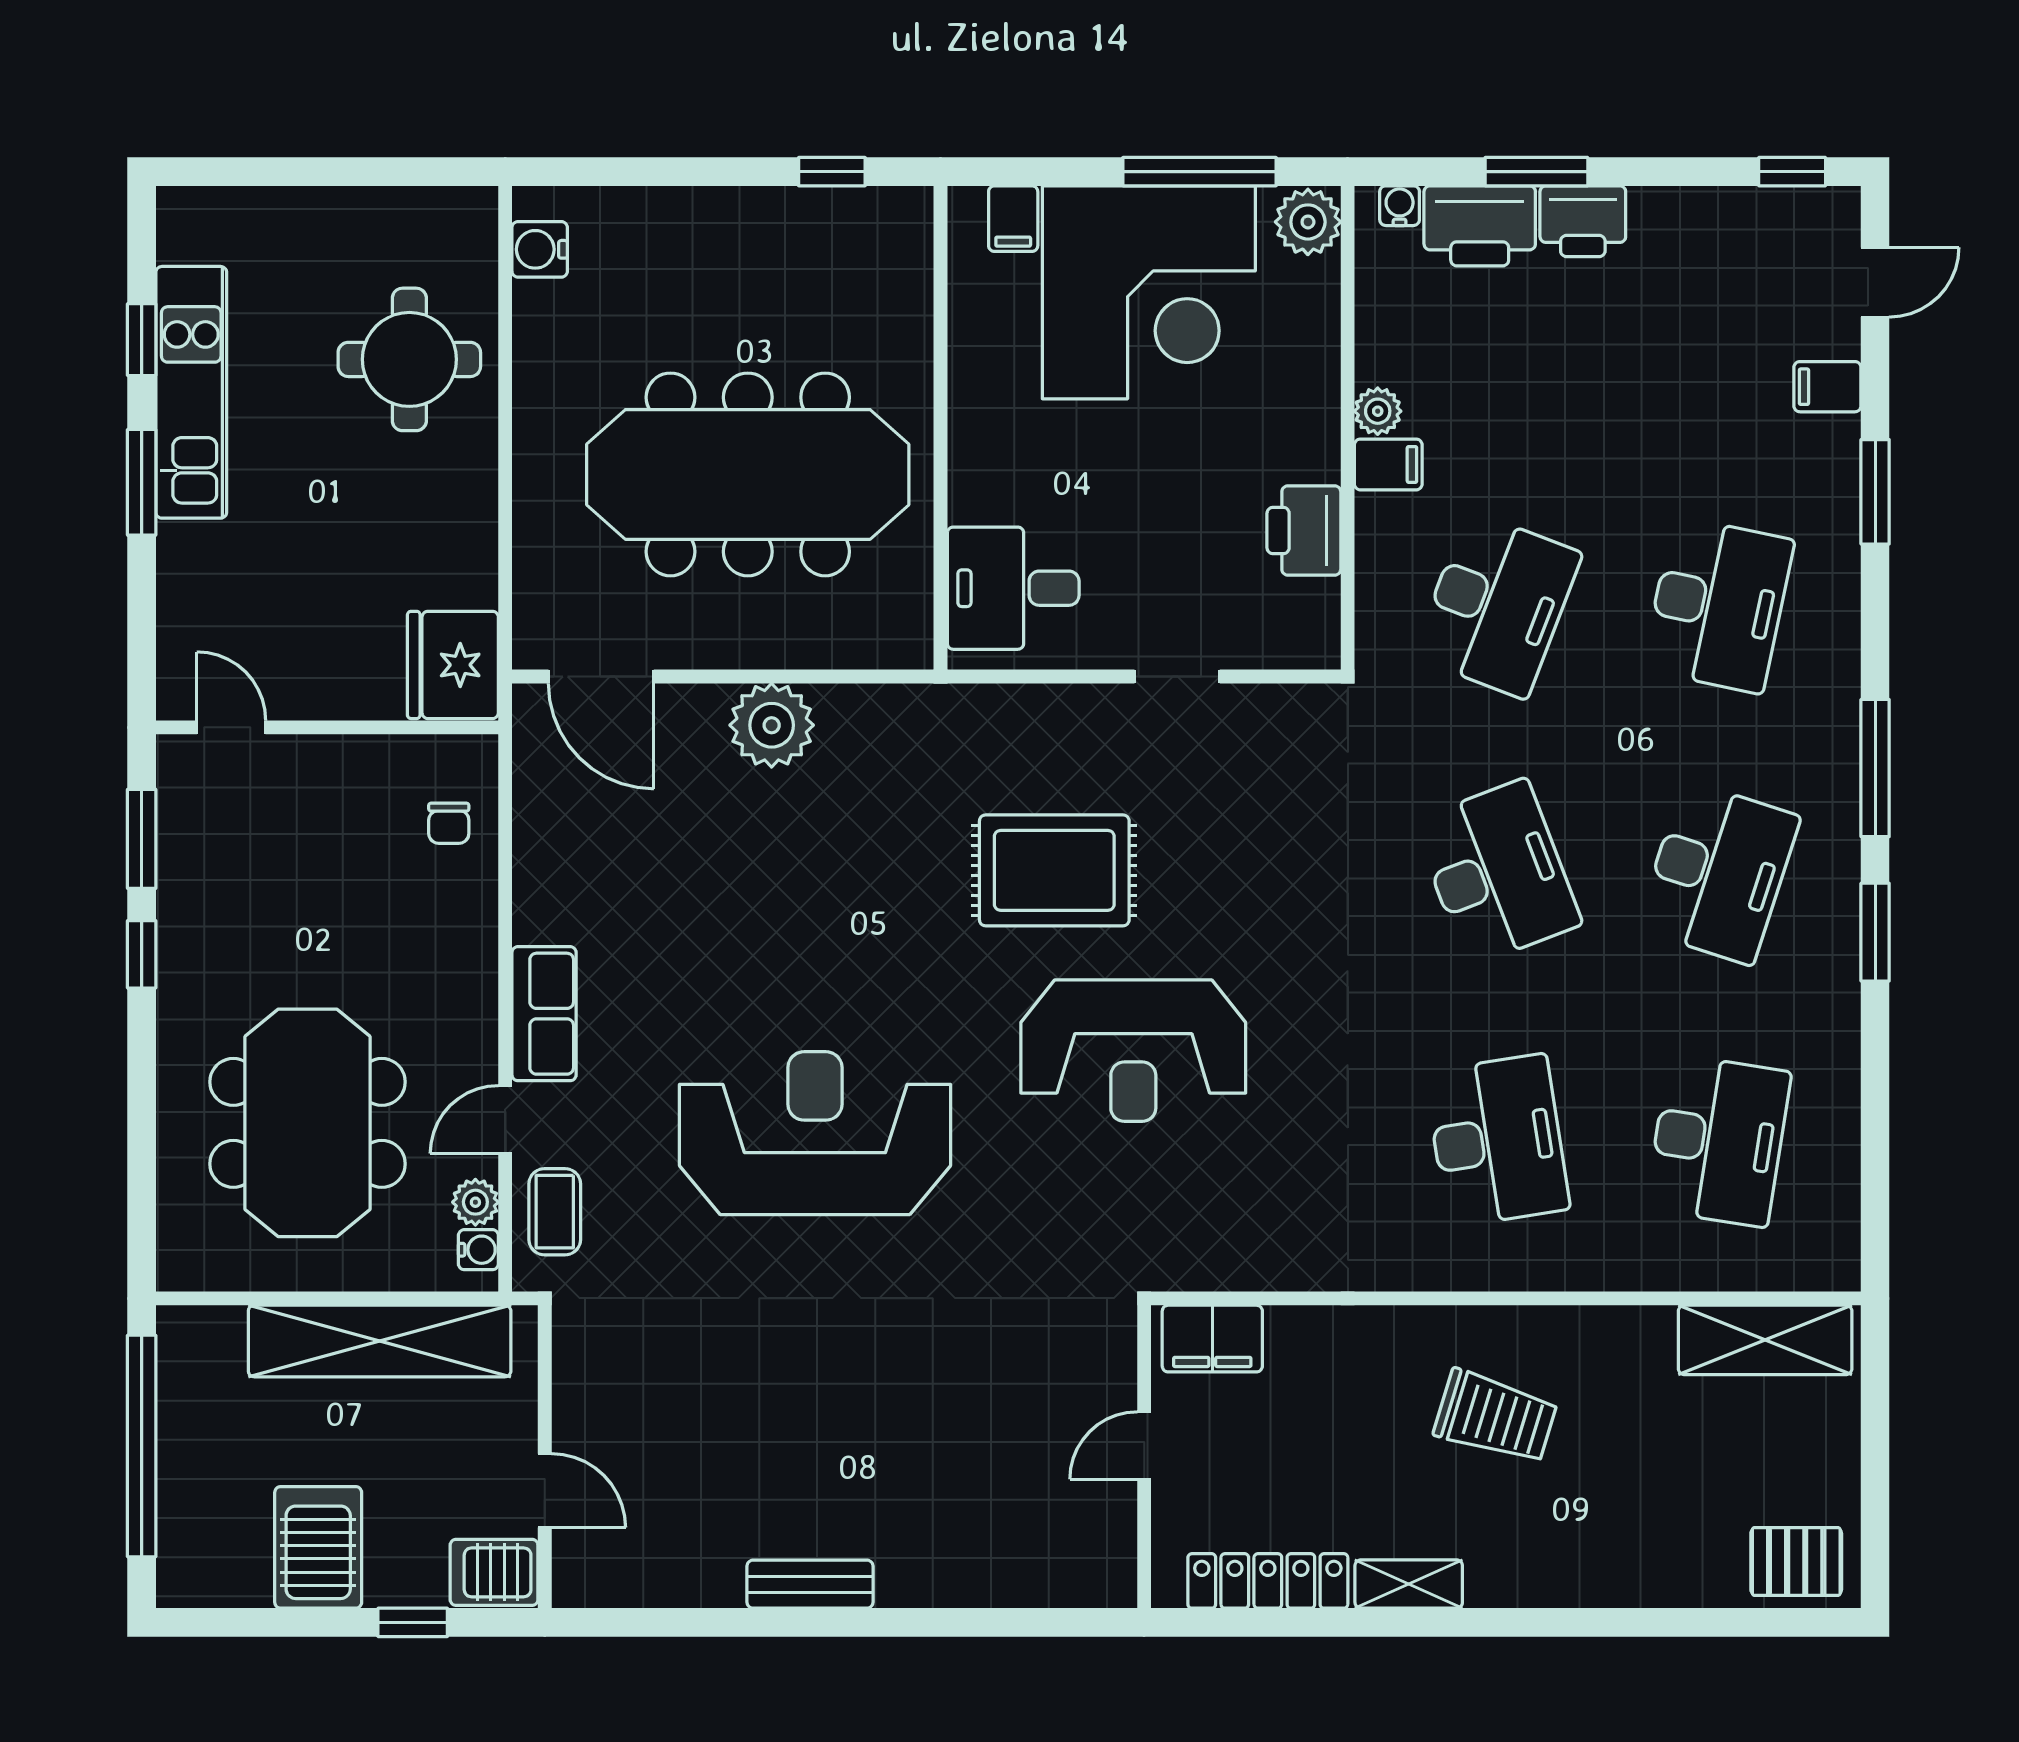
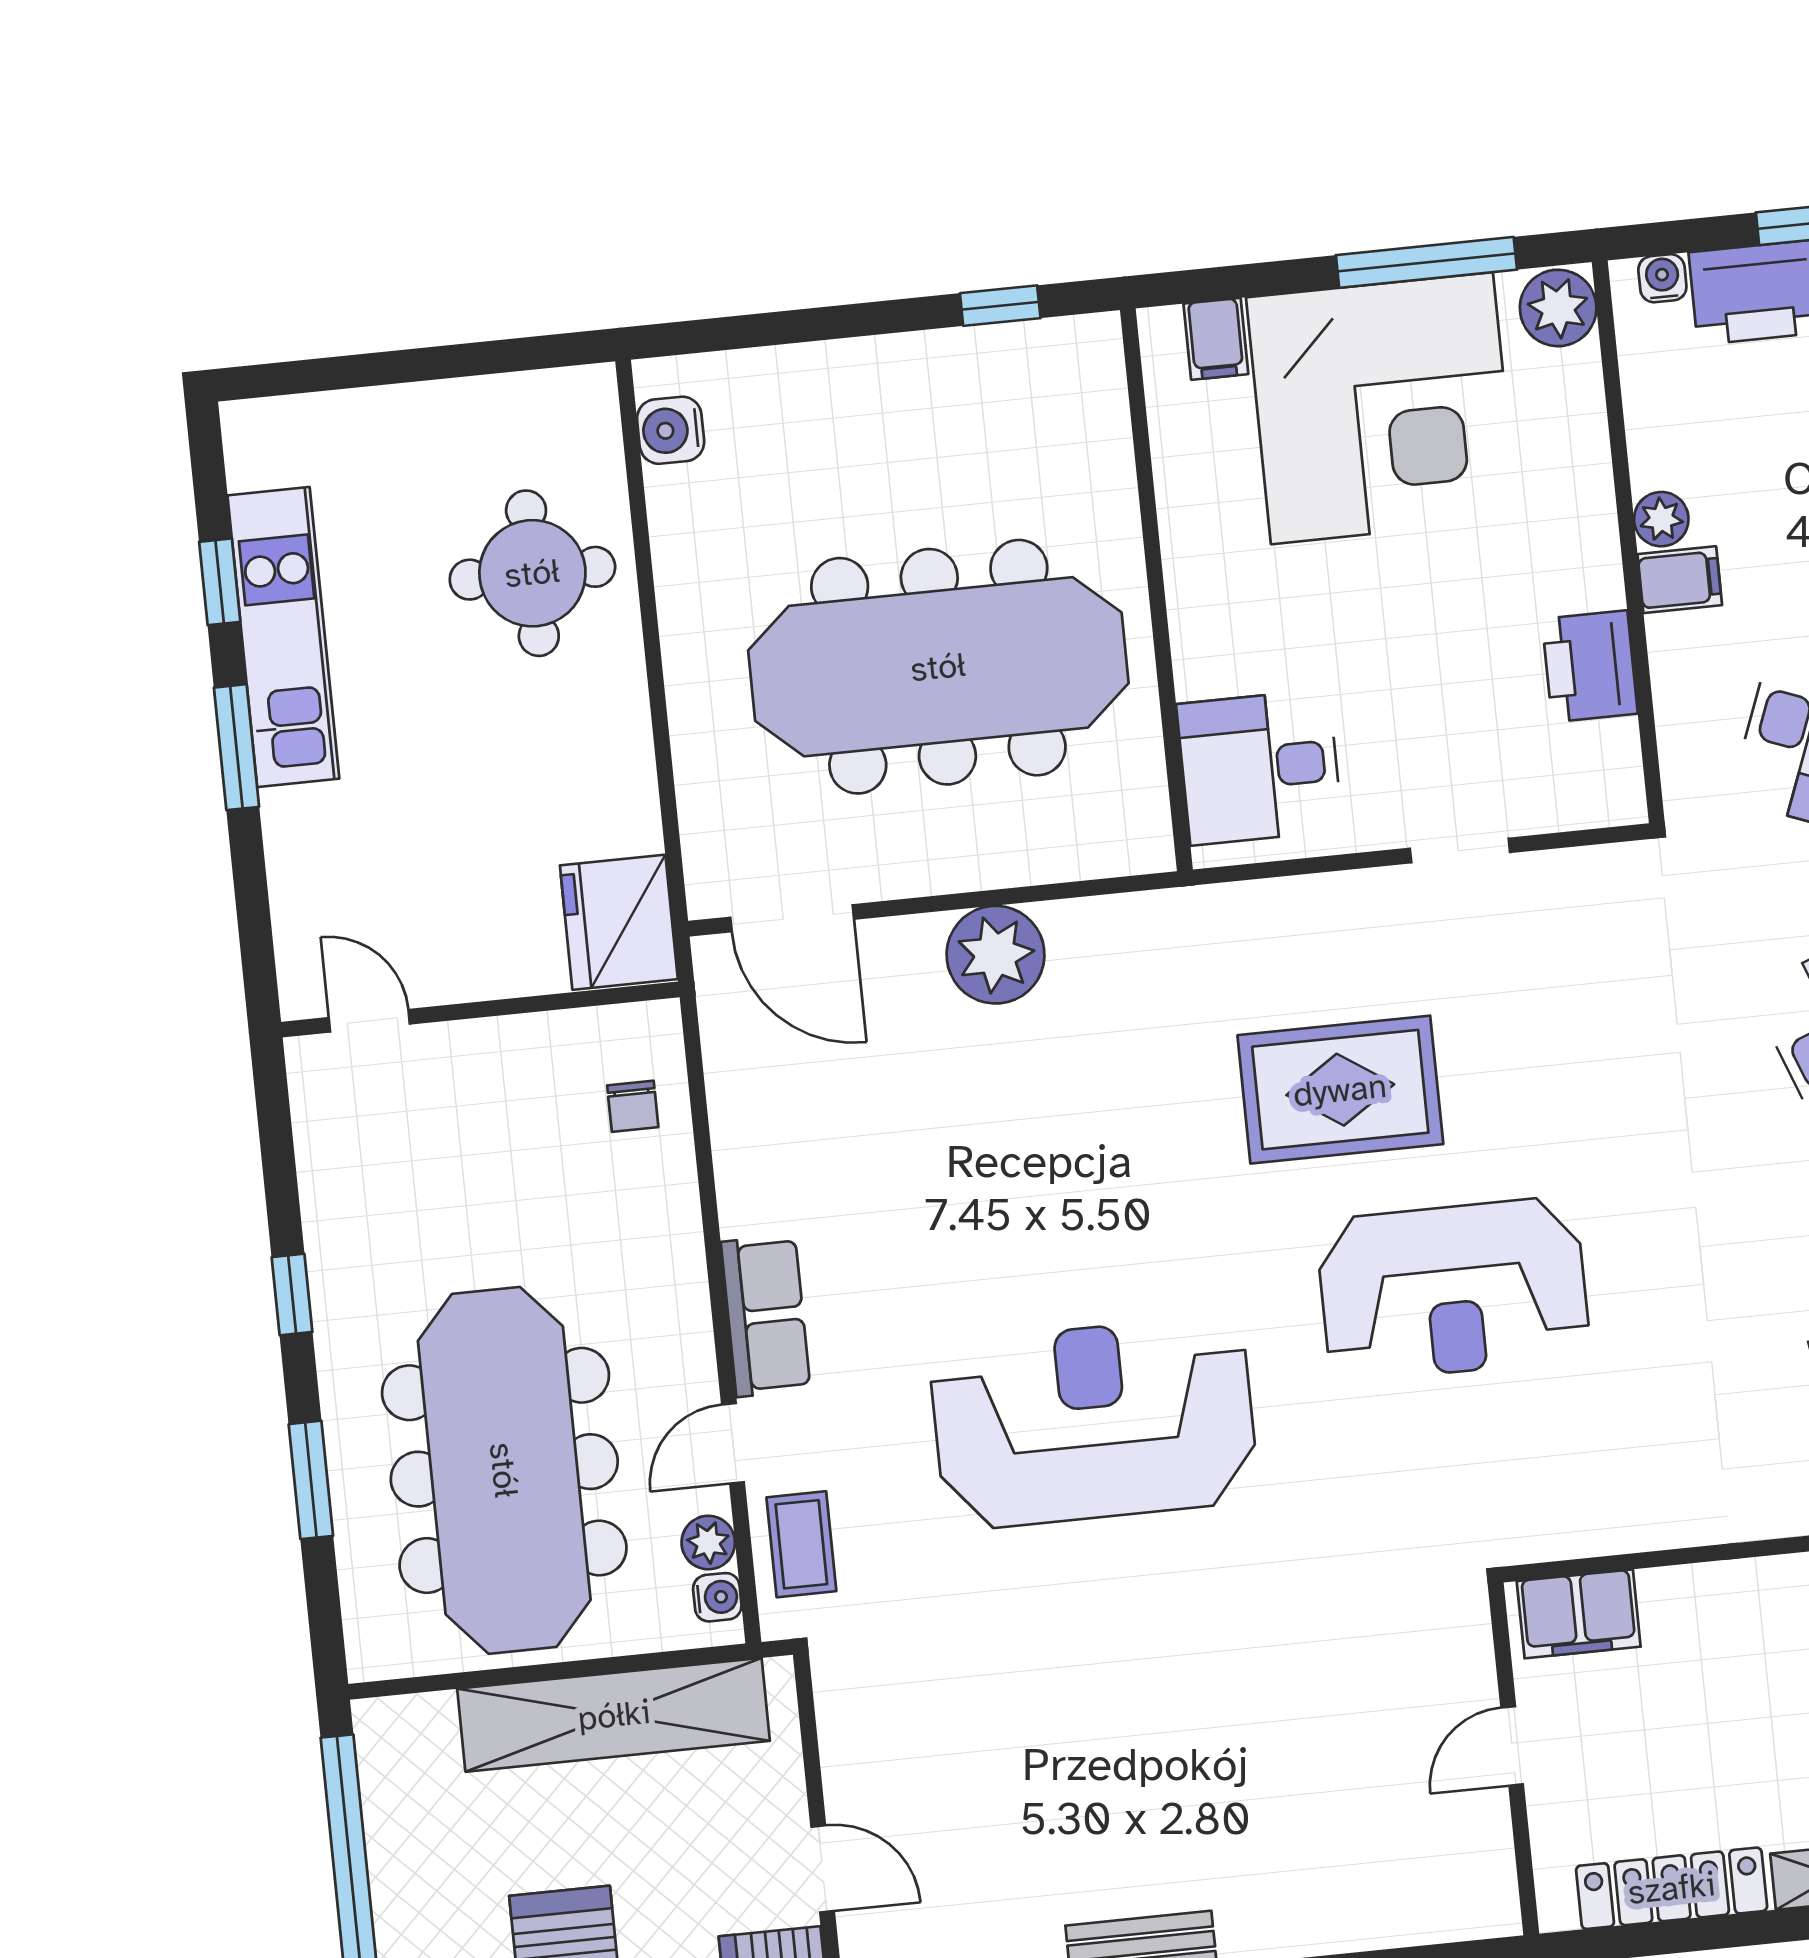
window: (142, 839) -> (311, 1480), moved
meeting table: (308, 1123) -> (504, 1470), width x1.36

